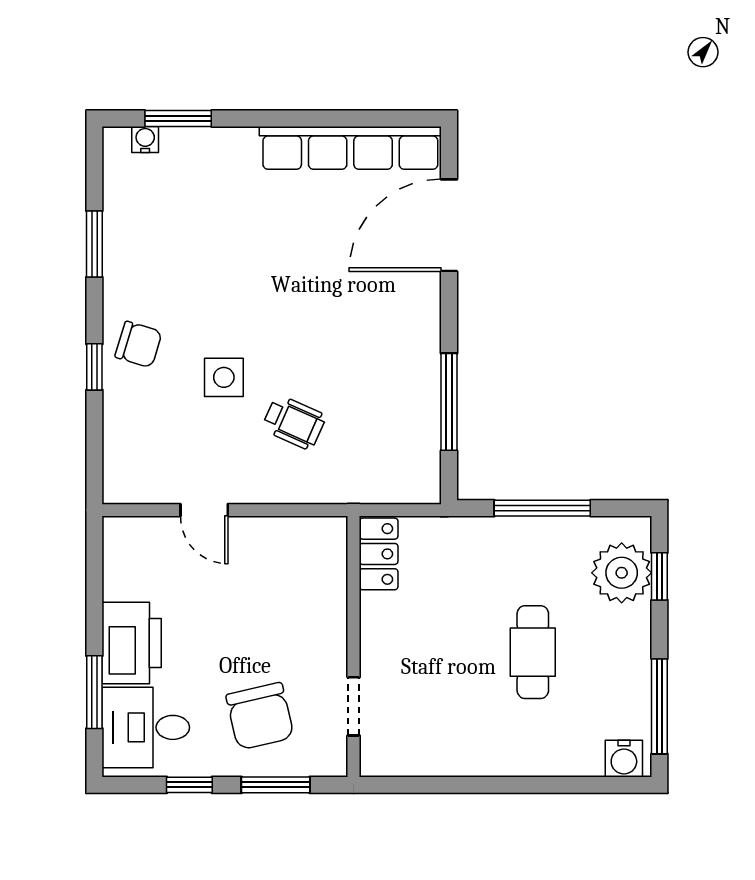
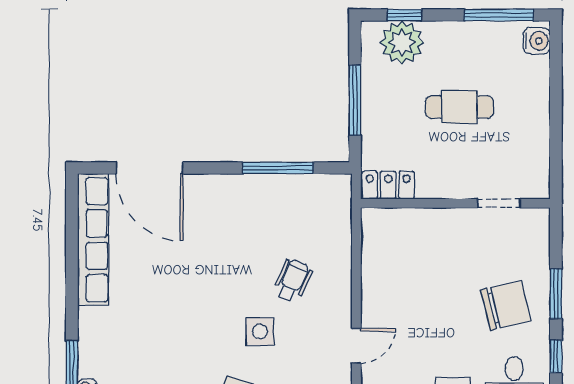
locker: (379, 554) -> (388, 185), moved
wall: (354, 647) -> (455, 203), moved
doorway: (354, 706) -> (499, 203), moved

